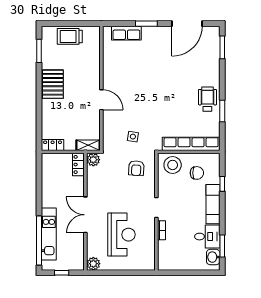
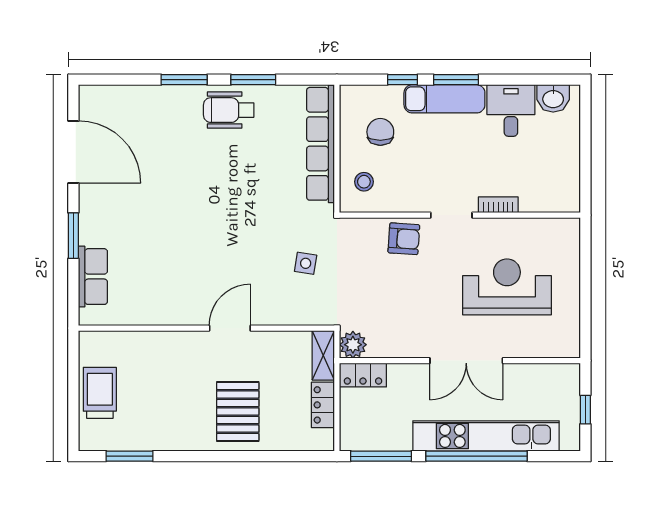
trolley: (70, 36) -> (100, 393), turned 180
window: (222, 47) -> (184, 80), moved
pallet: (53, 84) -> (238, 411), moved, turned 90
locker: (53, 145) -> (323, 405), moved
stool: (173, 165) -> (364, 182), width x0.53, depth x0.53
armchair: (136, 168) -> (404, 239), moved
window: (39, 173) -> (381, 456), added
kitchen unit: (49, 234) -> (486, 436), width x1.36
window: (39, 240) -> (477, 456), moved
window: (222, 246) -> (456, 80), moved
plant: (93, 264) -> (567, 345), removed

